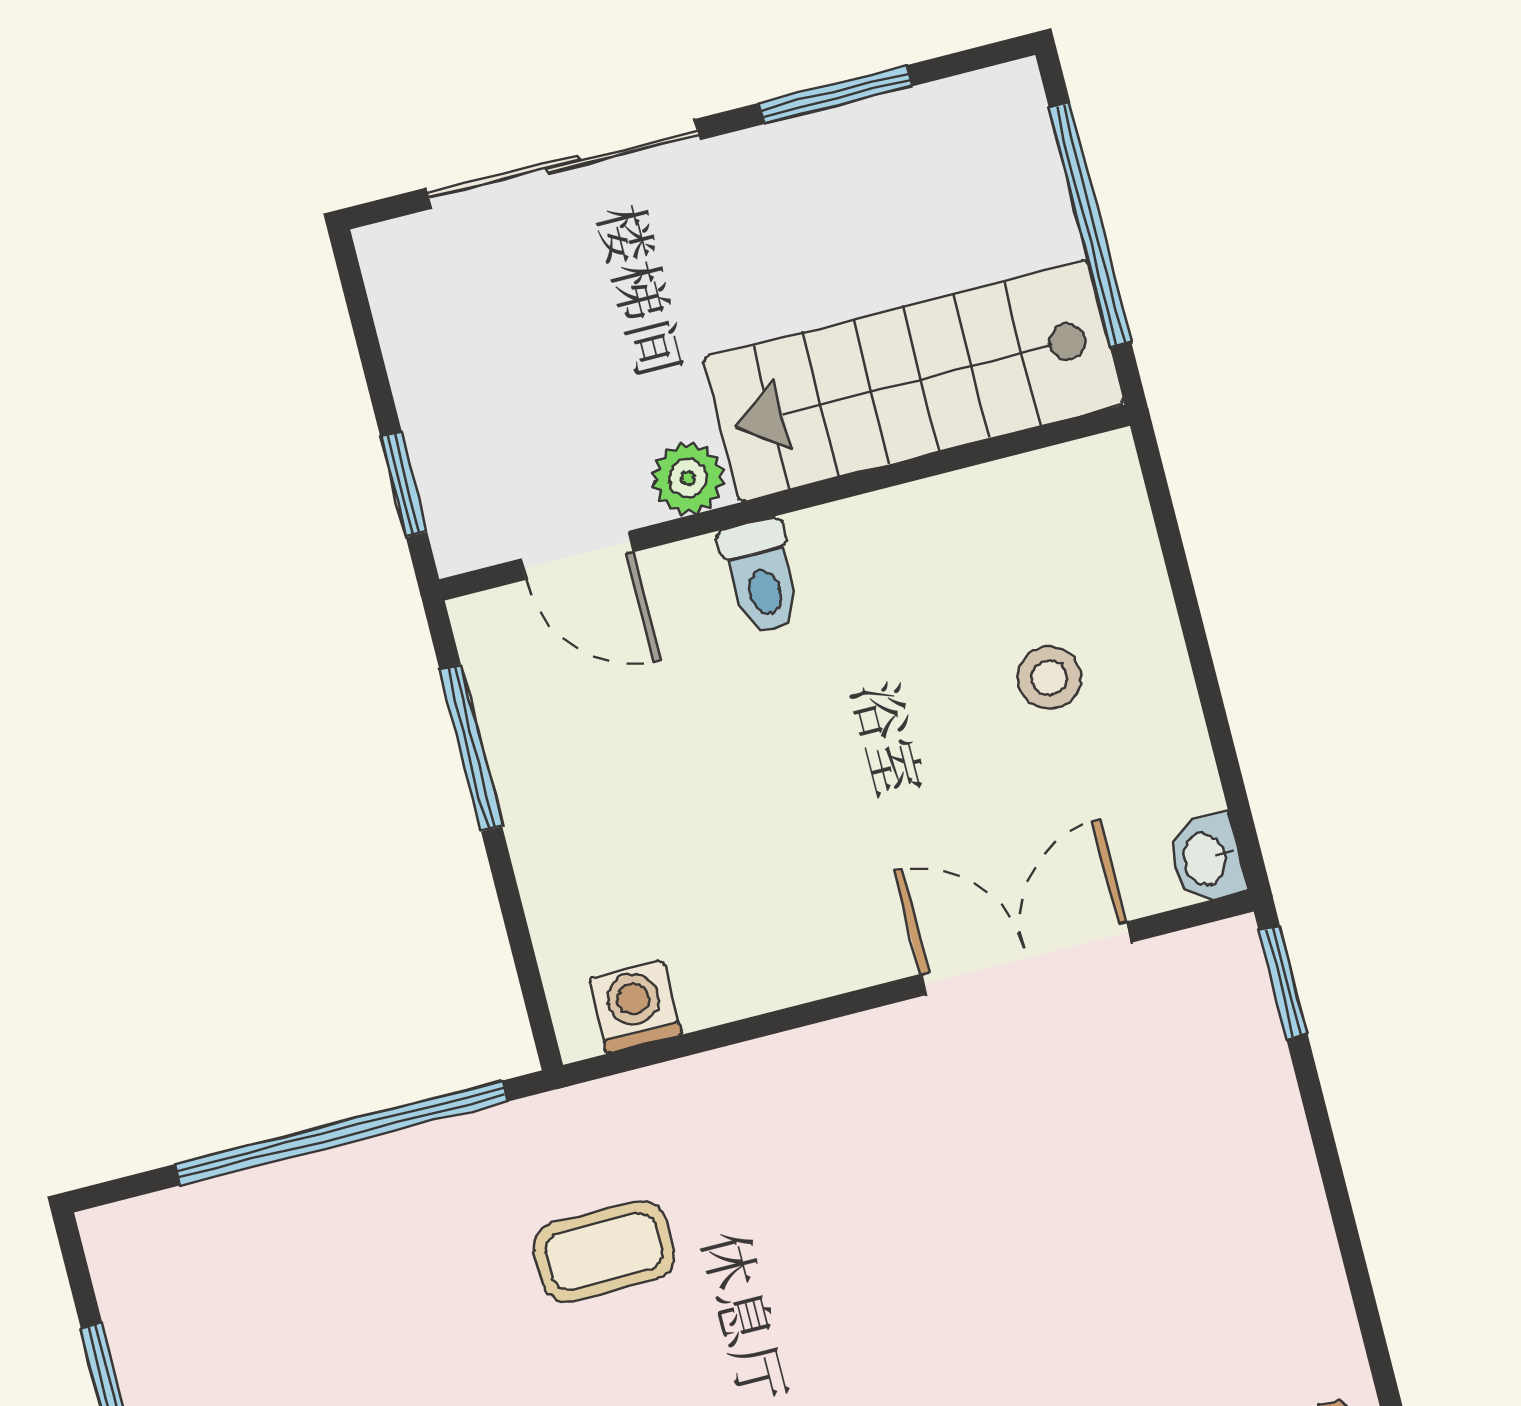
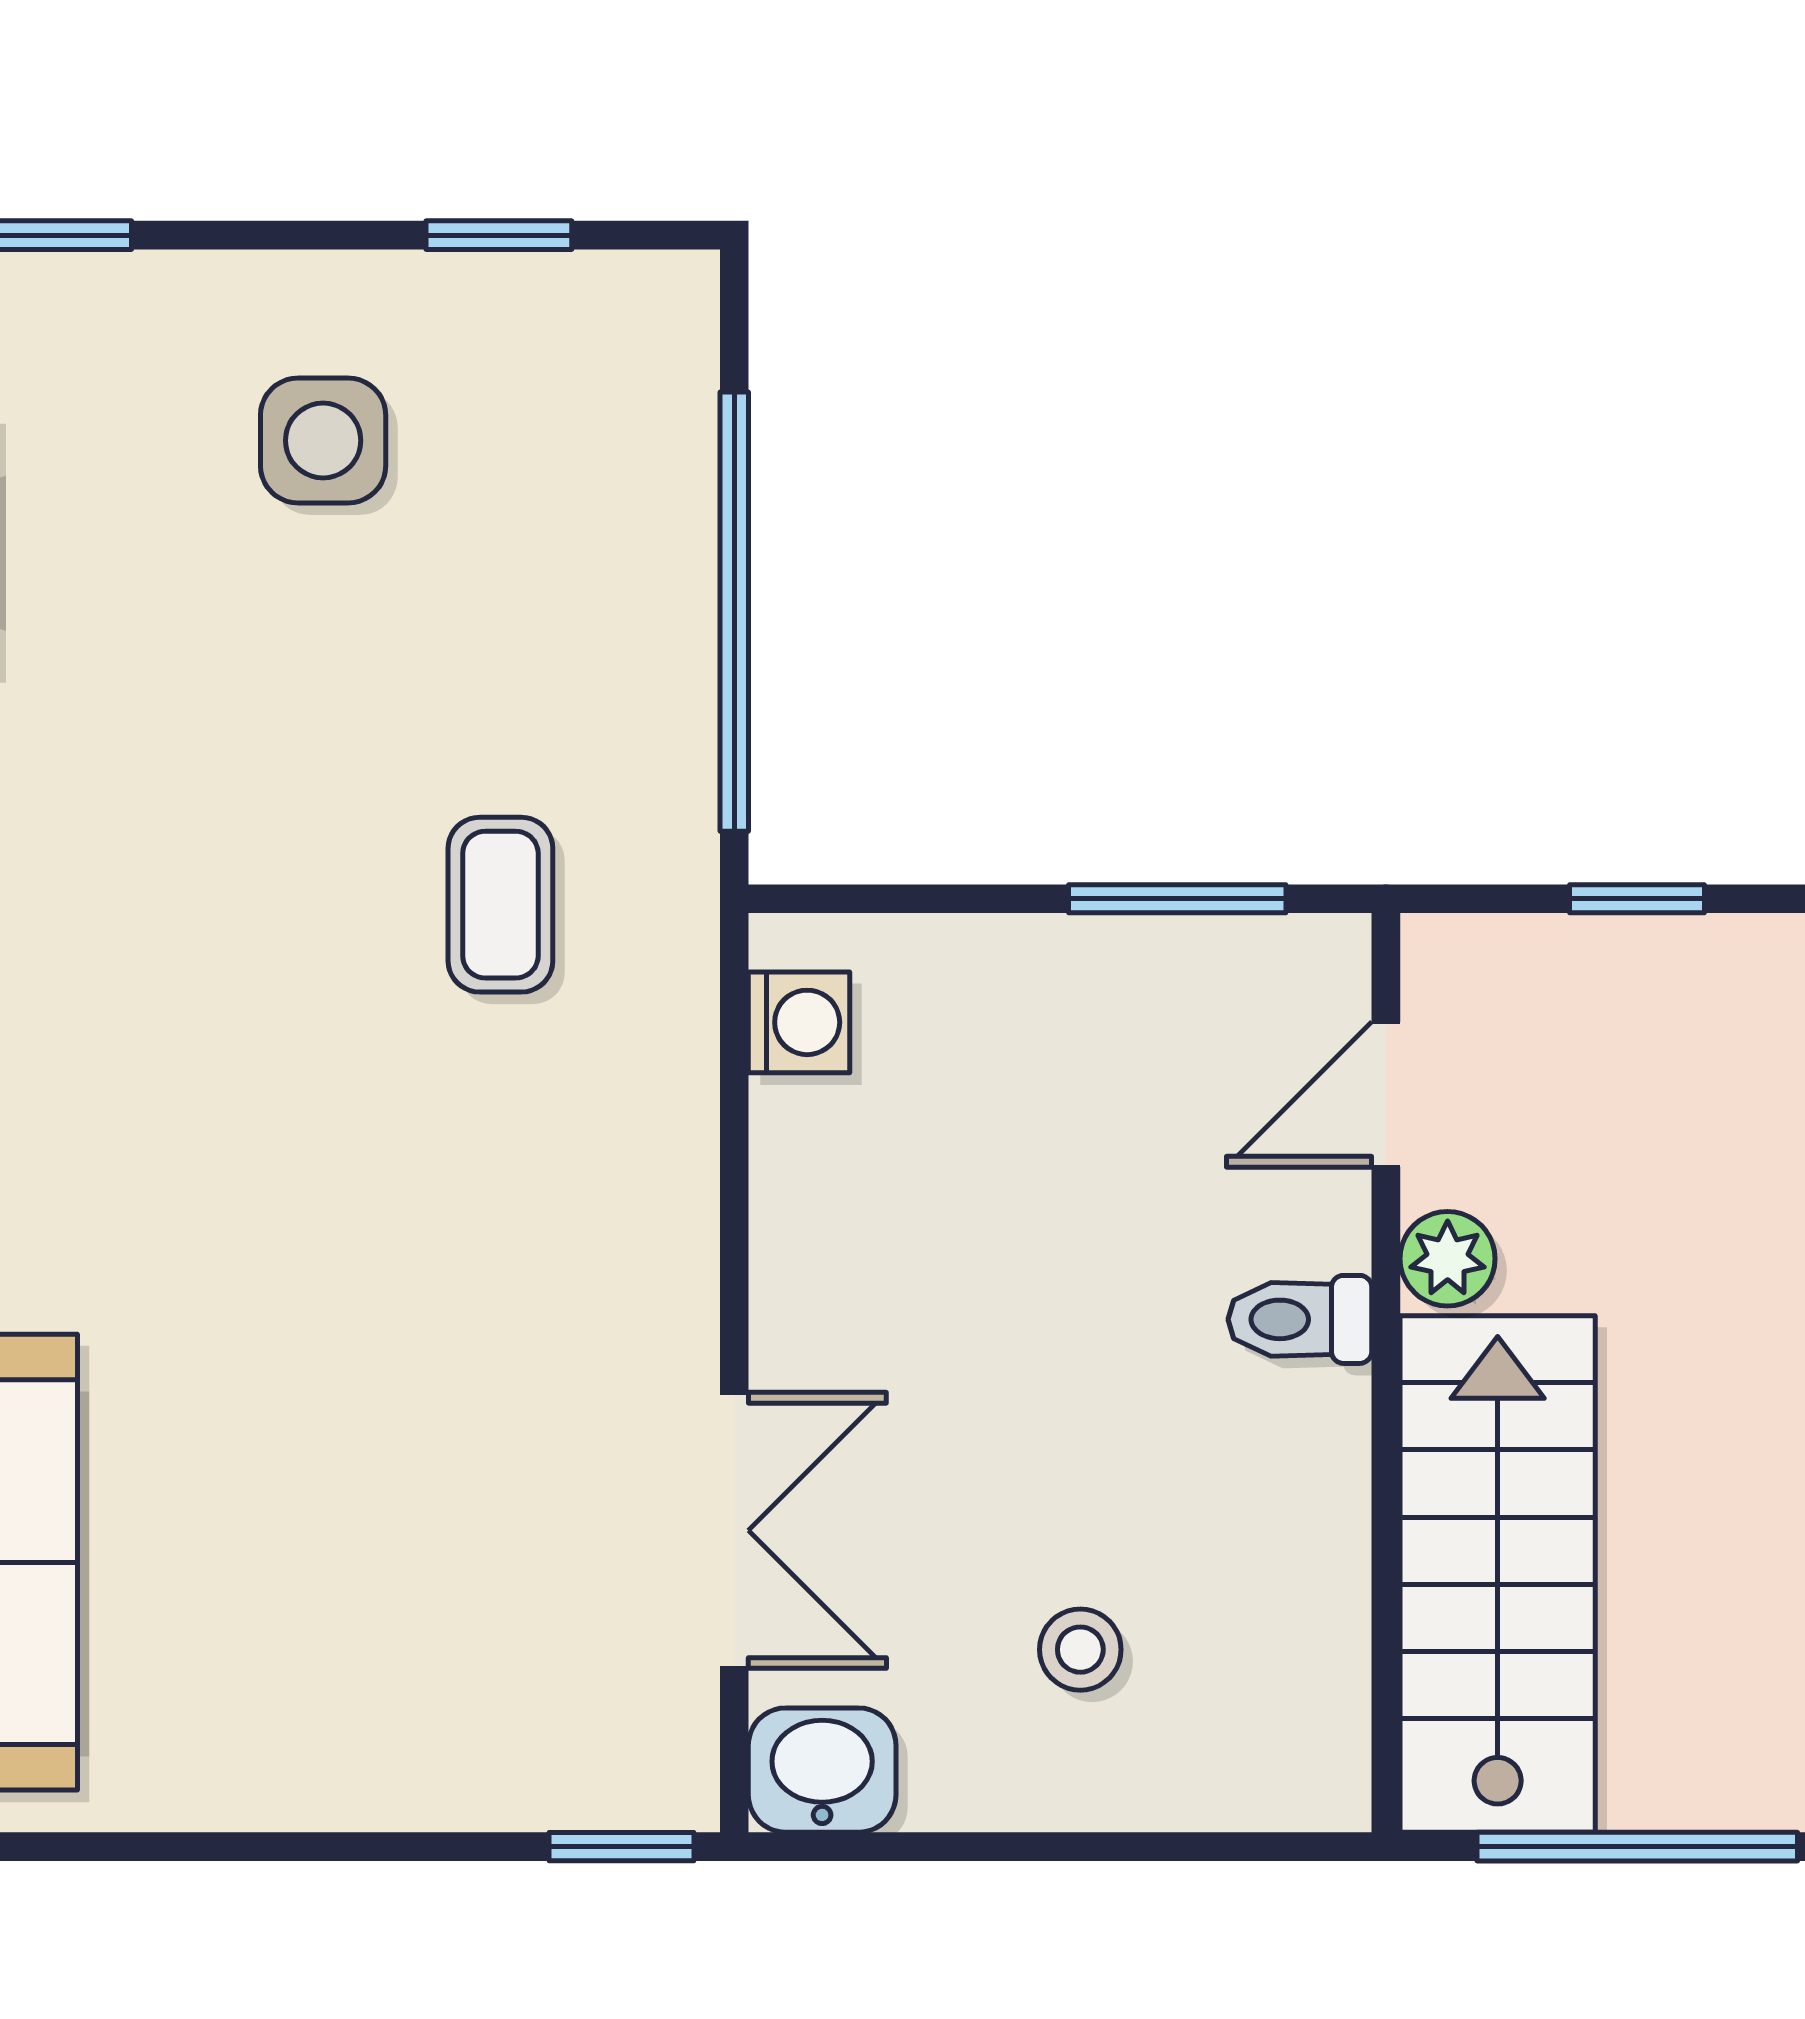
window: (404, 484) -> (1637, 899), moved
washbasin: (1206, 859) -> (822, 1770), width x1.38, depth x1.45

